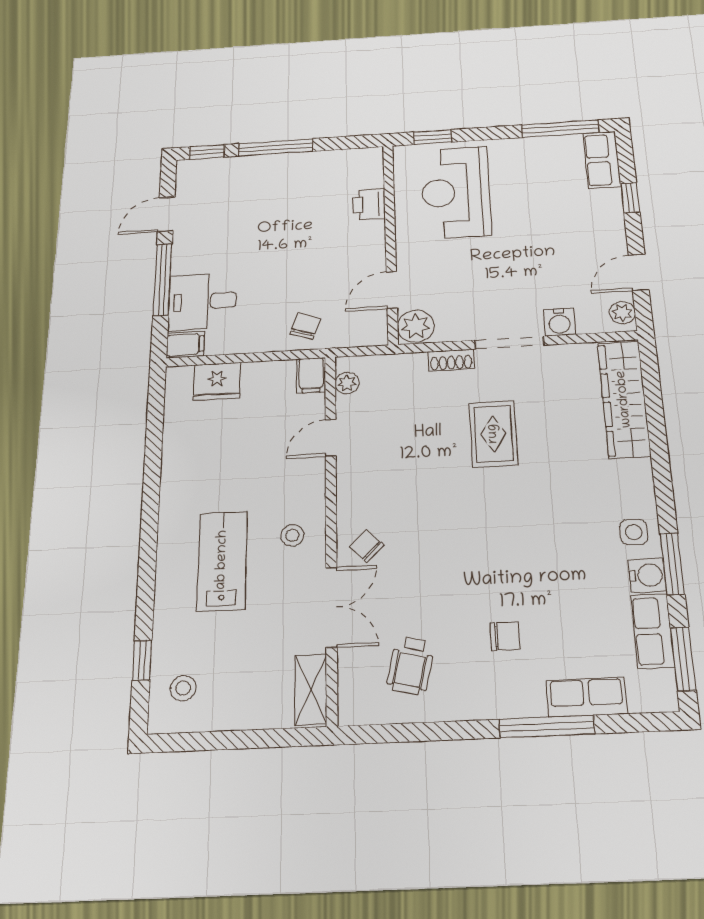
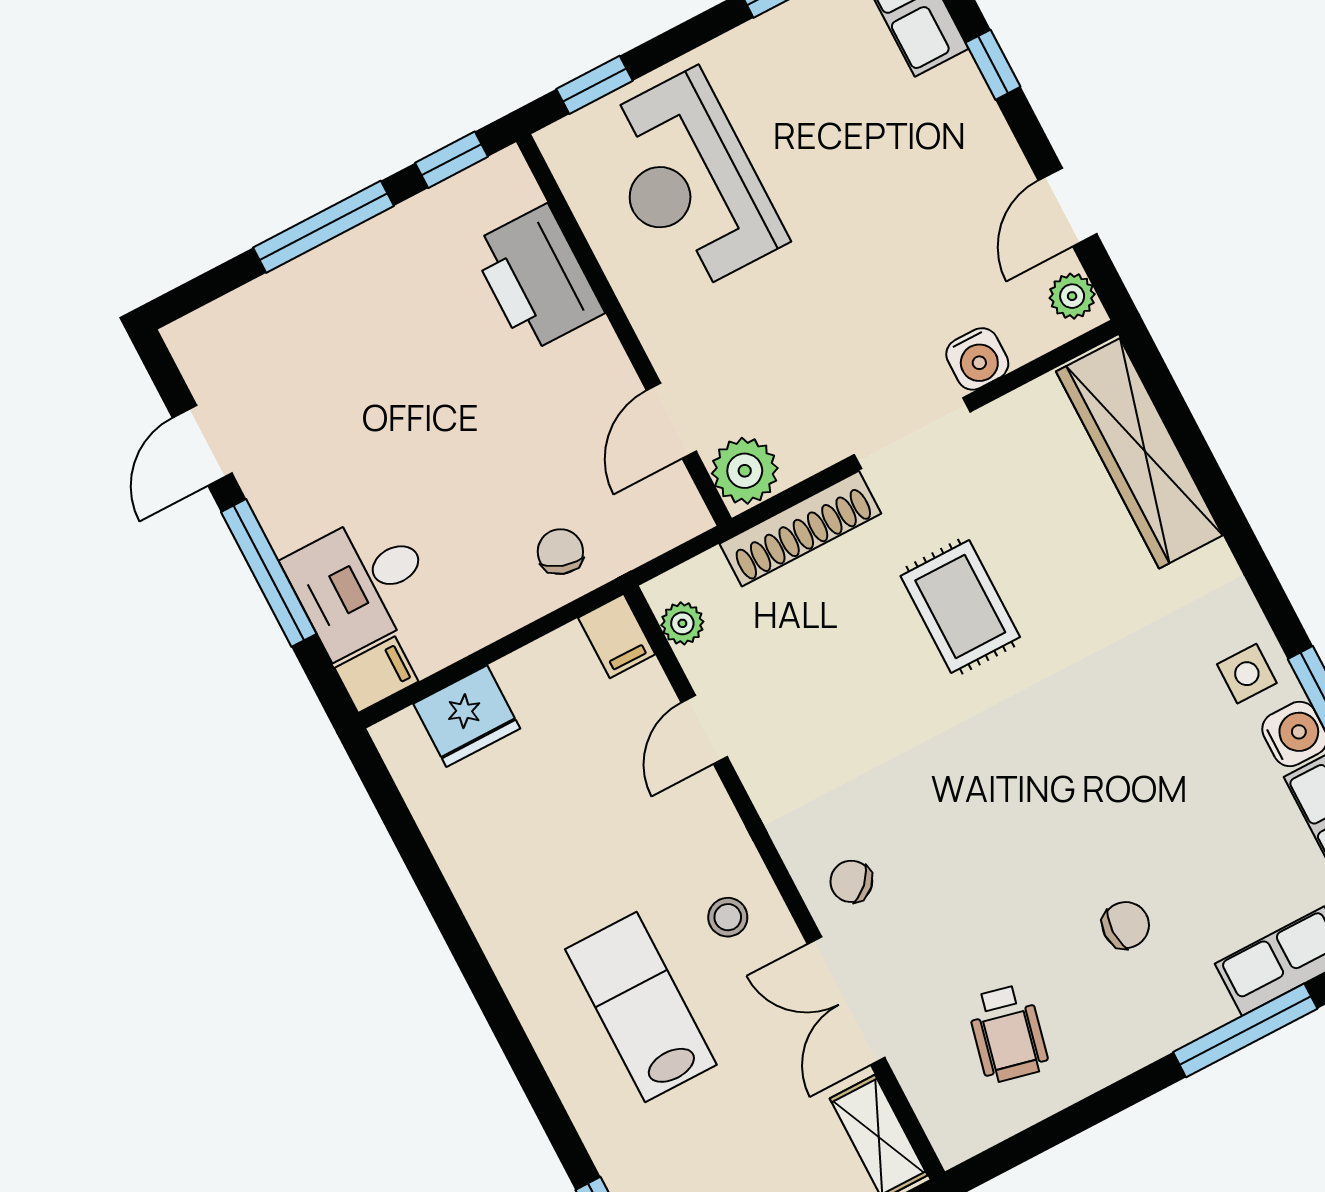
window: (207, 152) -> (452, 160), moved
printer: (369, 204) -> (537, 279), width x1.87, depth x1.48
shoe rack: (451, 360) -> (800, 529), width x1.94, depth x1.24
double door: (331, 607) -> (846, 1001), swing flipped

